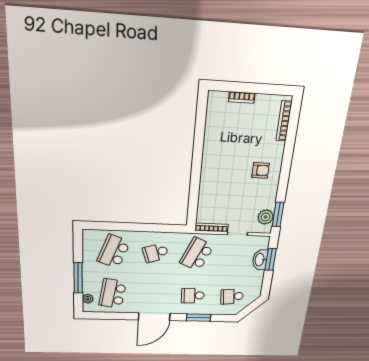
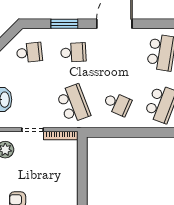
school desk: (156, 253) -> (117, 104), turned 42
school desk: (197, 254) -> (73, 104), turned -45

